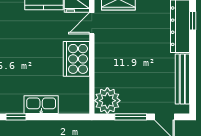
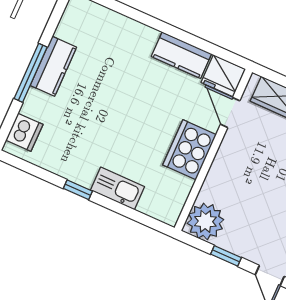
door: (92, 23) -> (230, 112), hinge flipped
window: (131, 117) -> (226, 256), width x0.67

